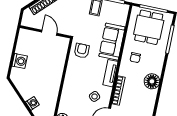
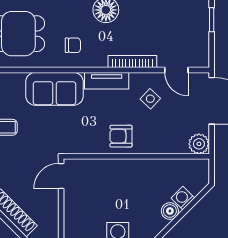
door: (49, 33) -> (61, 176), moved
armchair: (82, 51) -> (121, 136), moved
boiler: (26, 94) -> (170, 211), added

